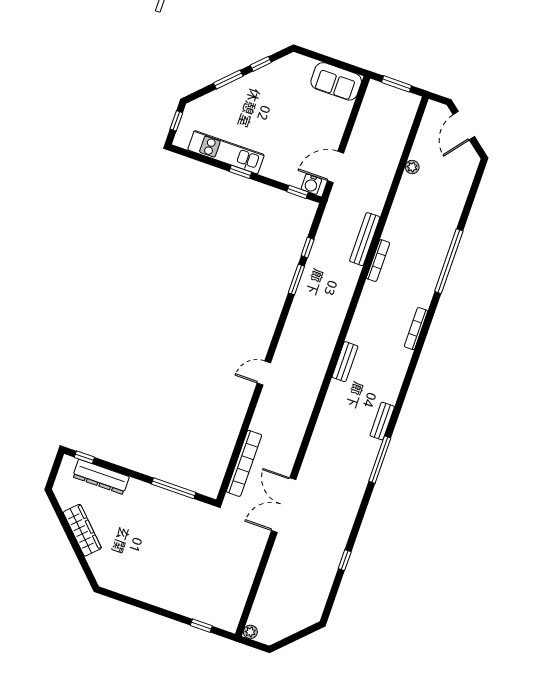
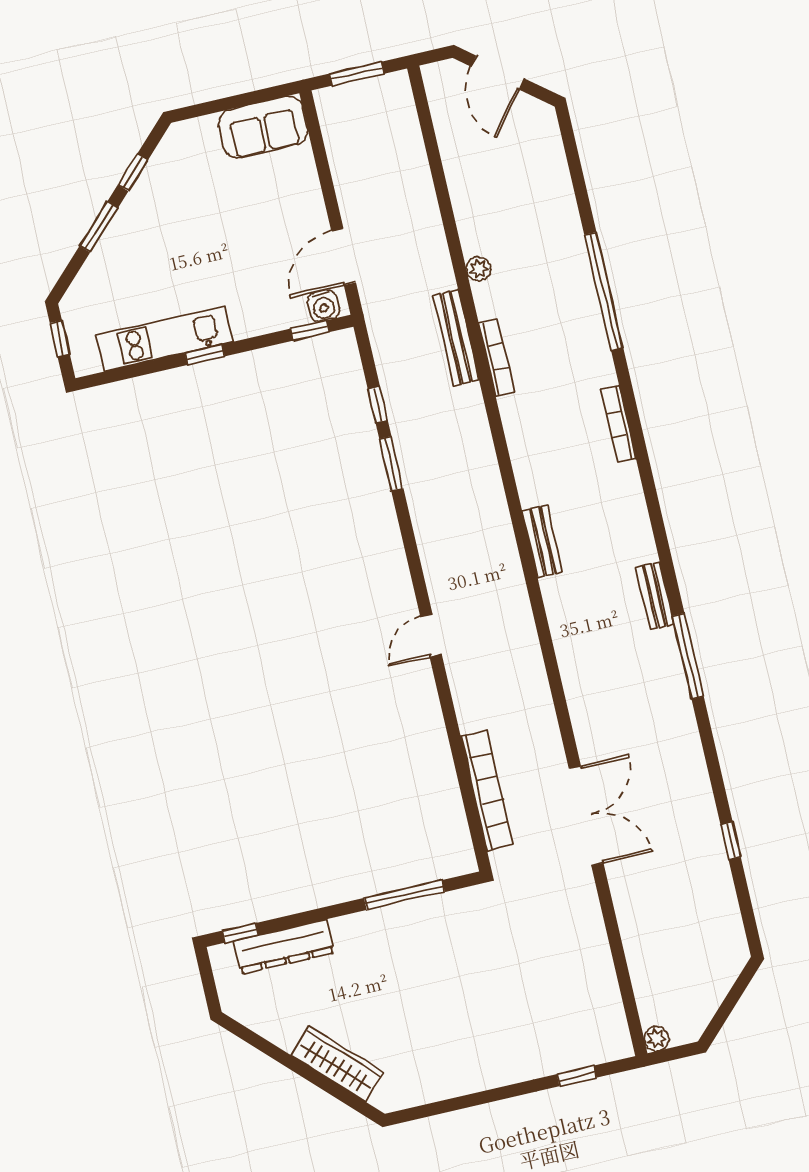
plant: (412, 167) -> (479, 269), moved
double door: (284, 505) -> (586, 816), swing flipped
wardrobe: (82, 530) -> (337, 1064), moved

